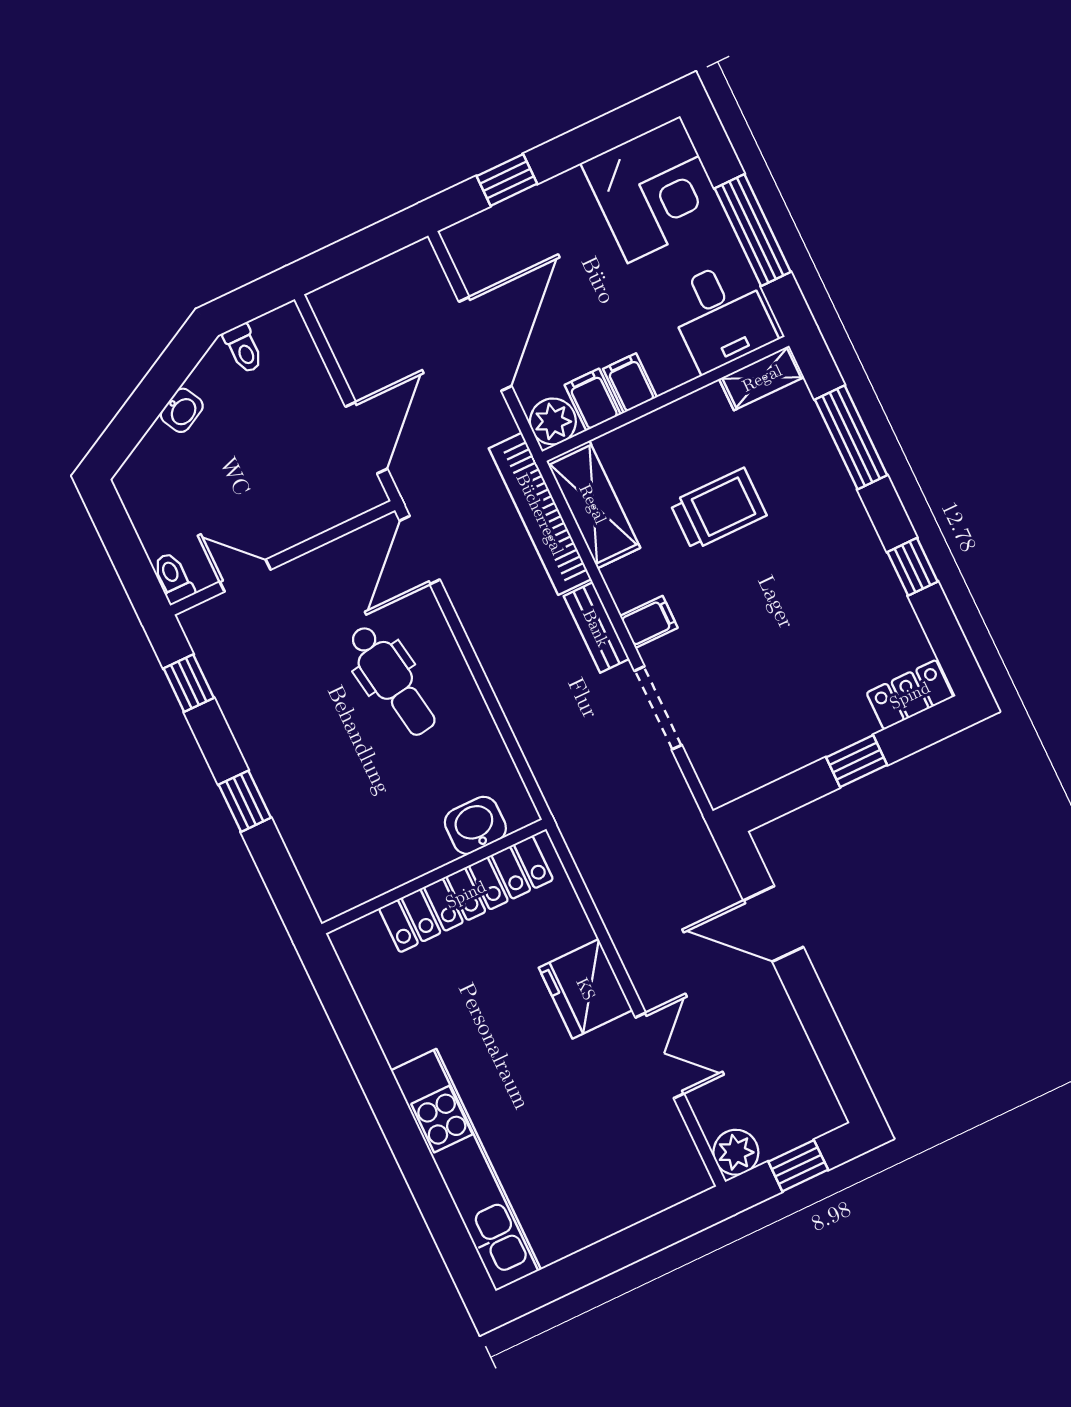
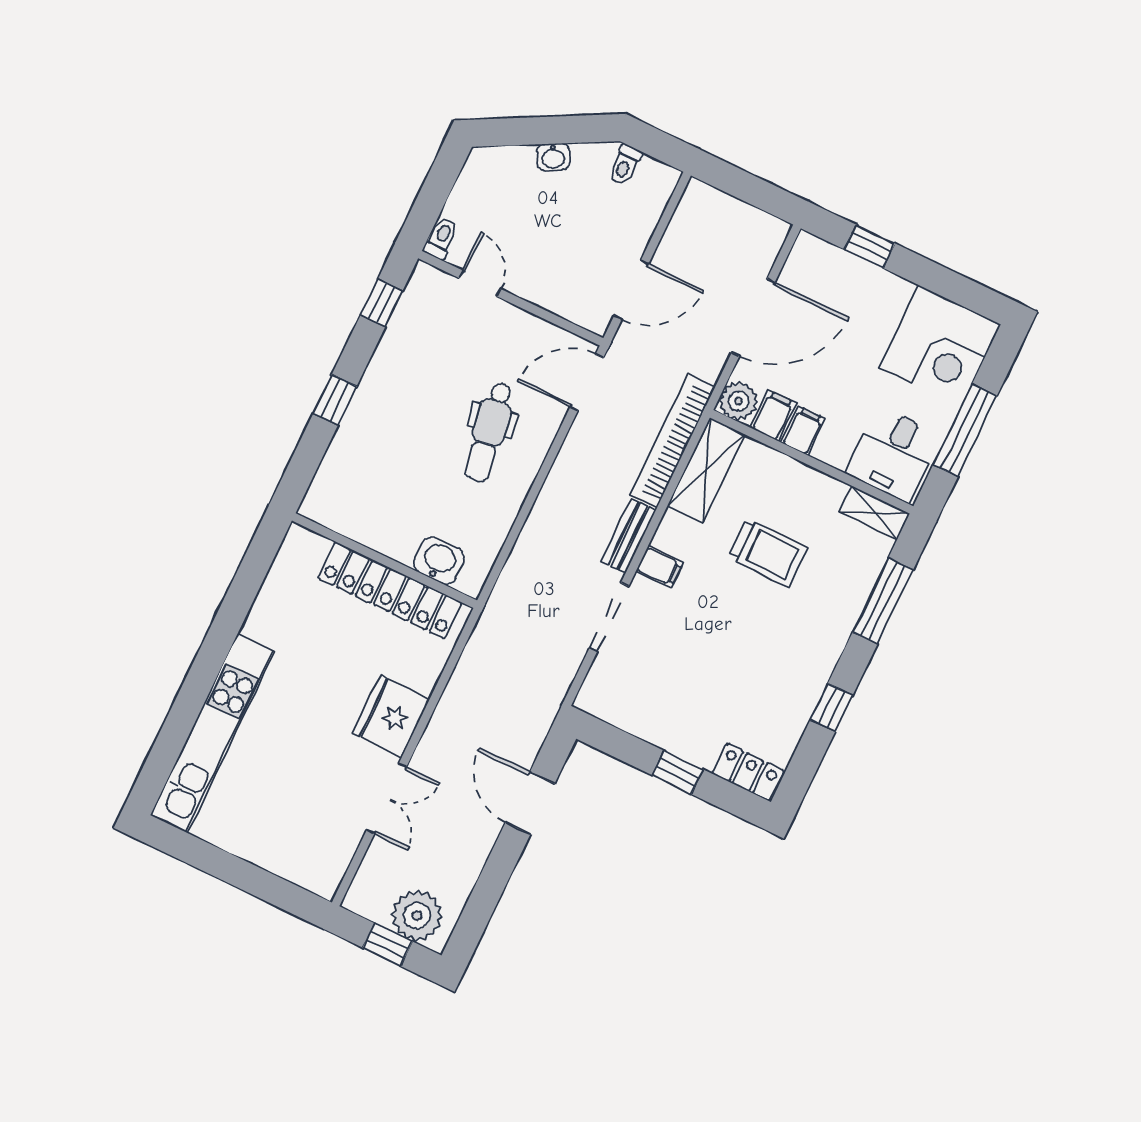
plant: (736, 1152) -> (417, 916), moved, width x1.36, depth x1.36

